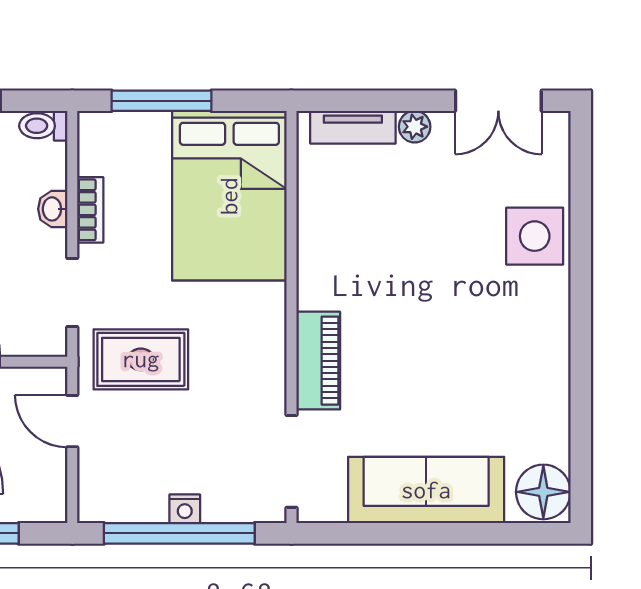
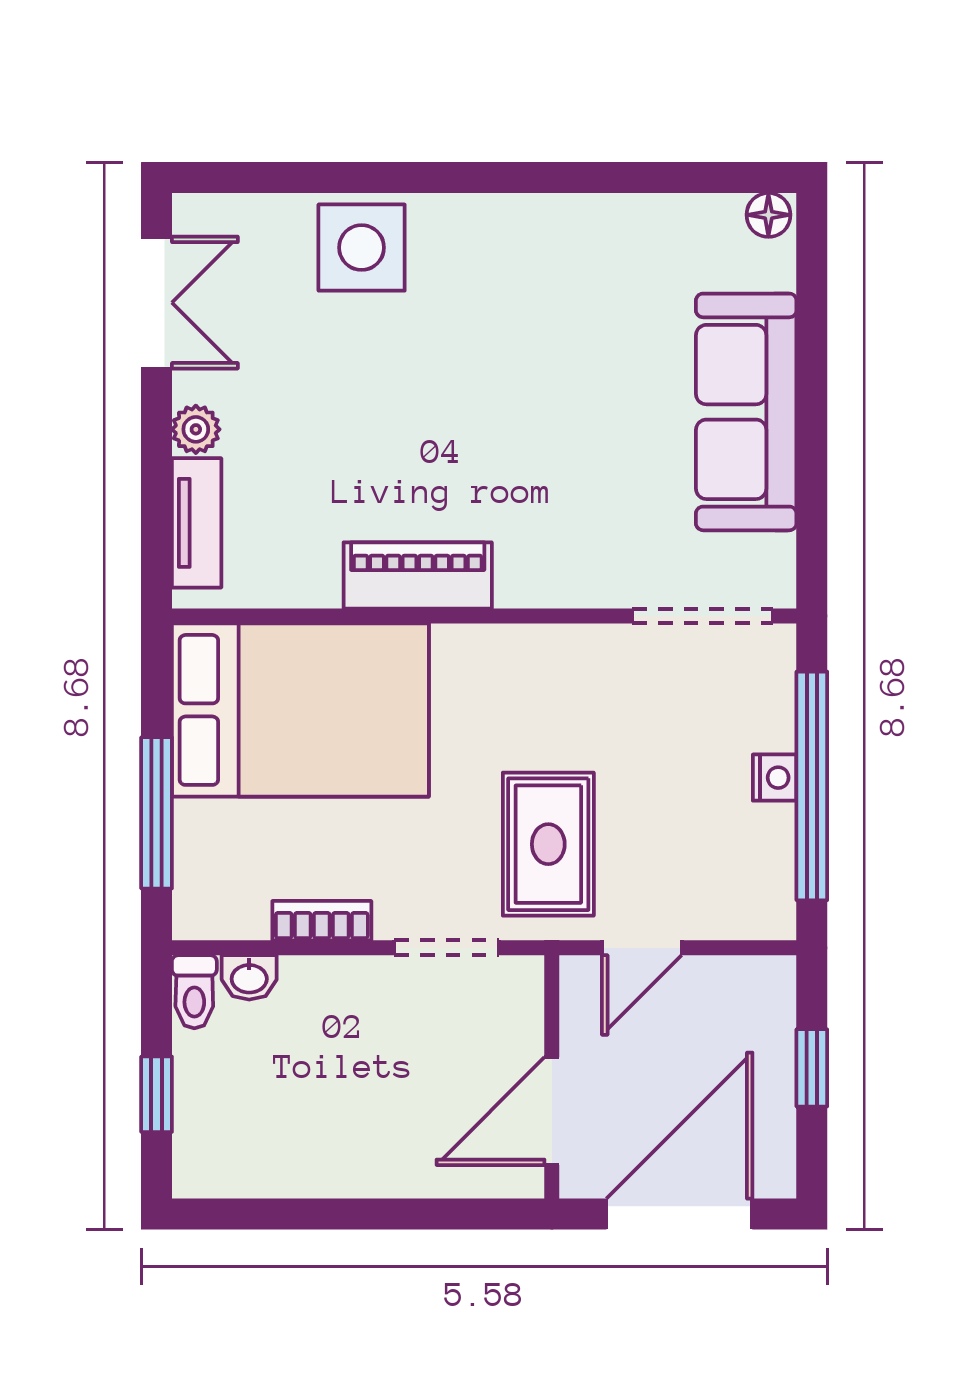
washbasin: (53, 209) -> (249, 977), moved
piano: (318, 361) -> (418, 575), moved
floor lamp: (543, 492) -> (768, 215), width x0.53, depth x0.53

